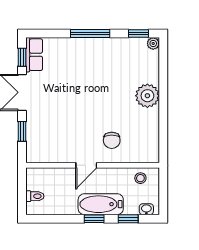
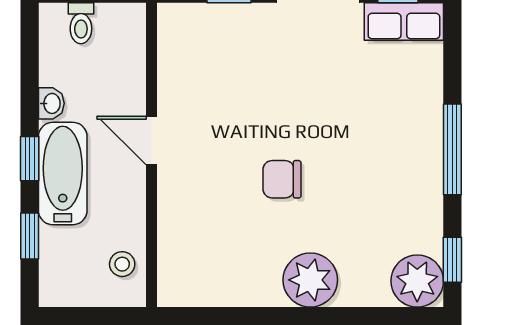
plant: (153, 43) -> (417, 281), width x1.87, depth x1.87
chair: (112, 140) -> (282, 179), moved
washbasin: (146, 209) -> (51, 103), moved

